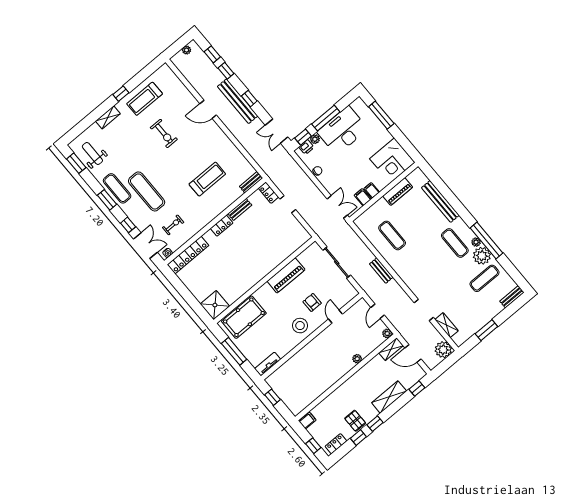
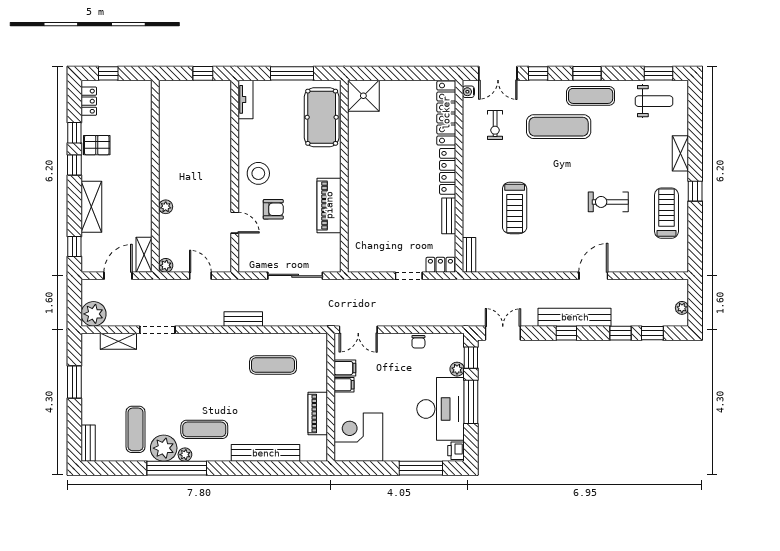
printer: (306, 147) -> (456, 451), moved
locker: (222, 226) -> (448, 171), width x1.53
filing cabinet: (307, 421) -> (143, 91), removed

